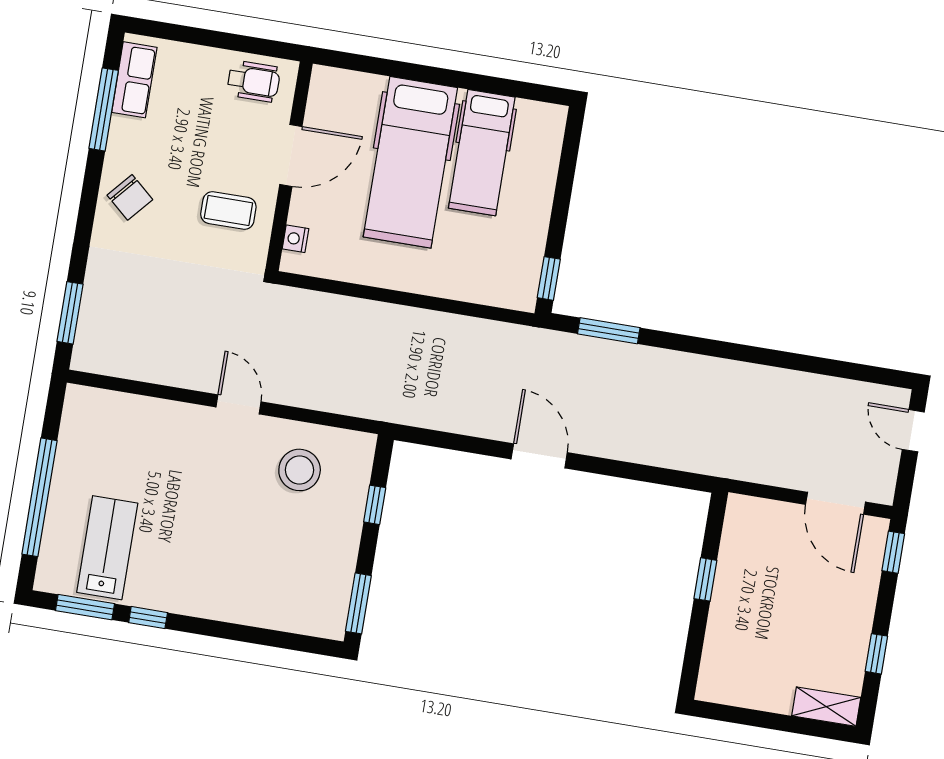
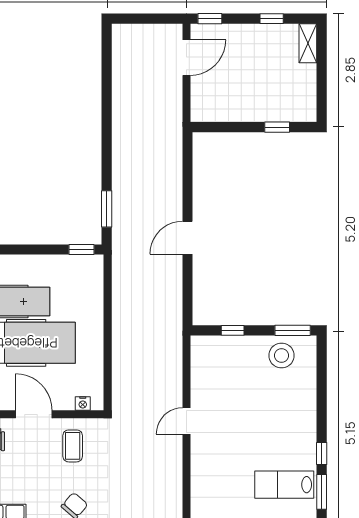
door: (913, 431) -> (136, 19), removed
stool: (300, 470) -> (282, 355), moved
window: (705, 579) -> (277, 127), moved

